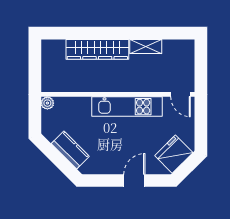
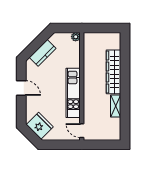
door: (181, 94) -> (82, 131), hinge flipped
door: (134, 180) -> (21, 88), moved

